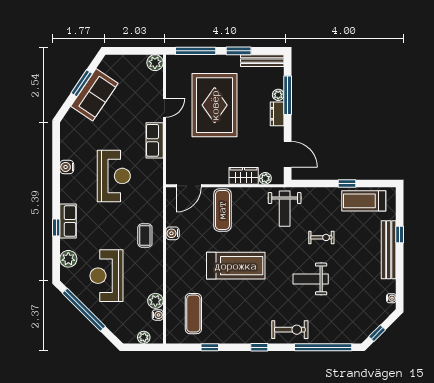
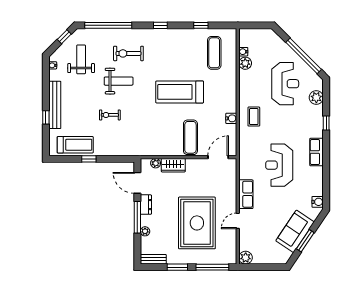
bench: (262, 61) -> (153, 259), width x0.73
window: (288, 95) -> (137, 217), moved
dresser: (277, 114) -> (146, 205), moved
water cooler: (67, 167) -> (318, 202), moved
weight bench: (285, 209) -> (81, 59), moved
row of seats: (68, 221) -> (317, 152), moved
exercise bike: (290, 330) -> (128, 53), moved
plant: (144, 337) -> (255, 33), removed

